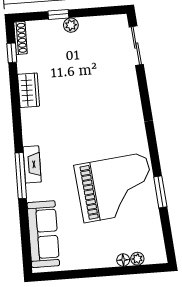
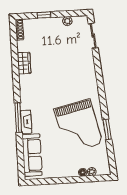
plant: (71, 25) -> (67, 21), moved
window: (12, 53) -> (14, 39), removed
fireplace: (32, 164) -> (26, 122), moved
grand piano: (115, 188) -> (78, 126), turned 83

